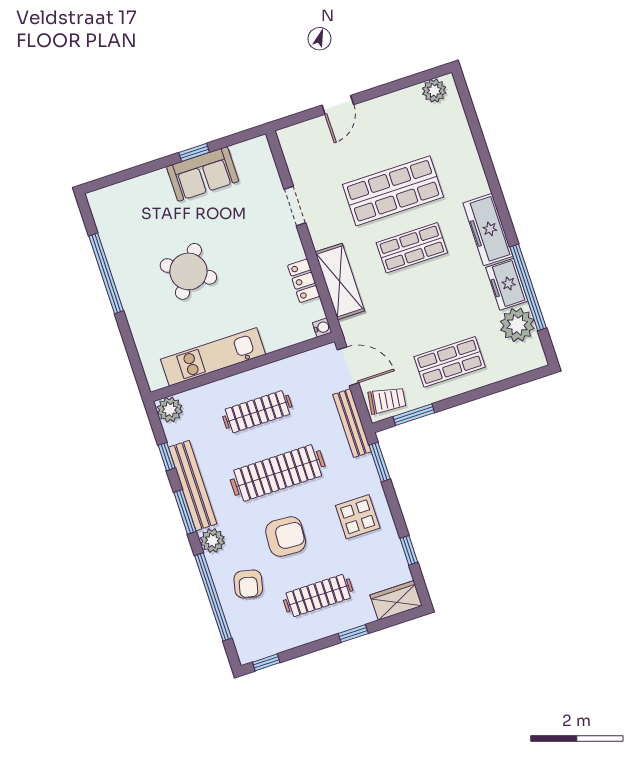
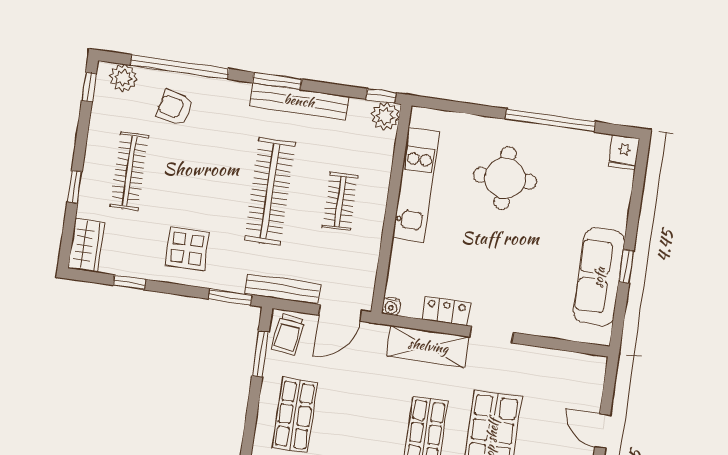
sofa: (203, 174) -> (599, 277), width x1.36
fridge: (102, 201) -> (624, 152), added
doorway: (295, 206) -> (492, 335), moved
round table: (188, 271) -> (505, 178), moved, turned -34
clothes rail: (257, 412) -> (340, 201), width x0.73
window: (167, 457) -> (381, 96), moved
armchair: (286, 537) -> (203, 168), removed
plant: (212, 541) -> (123, 78), moved

